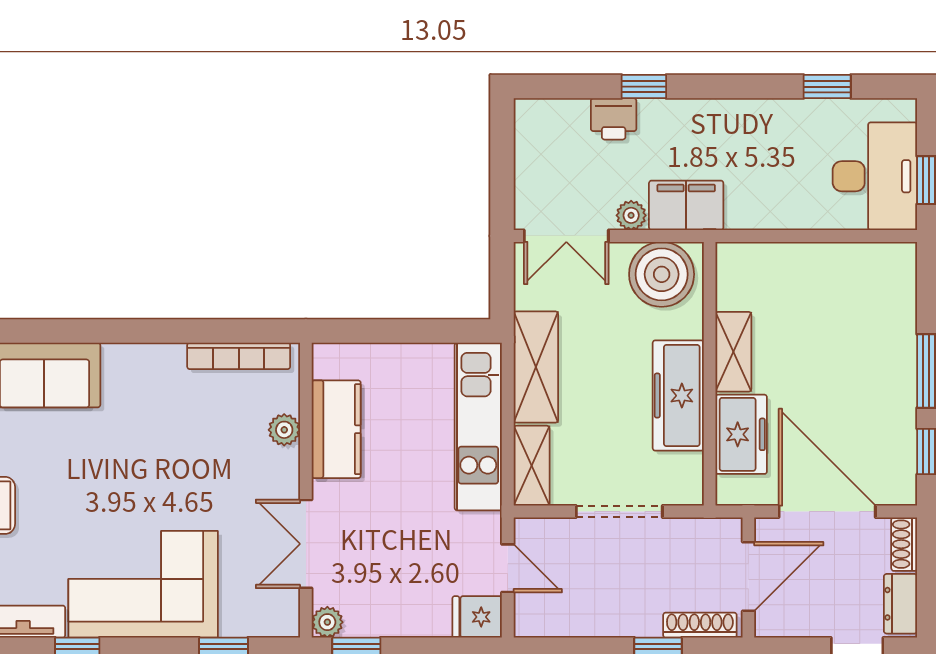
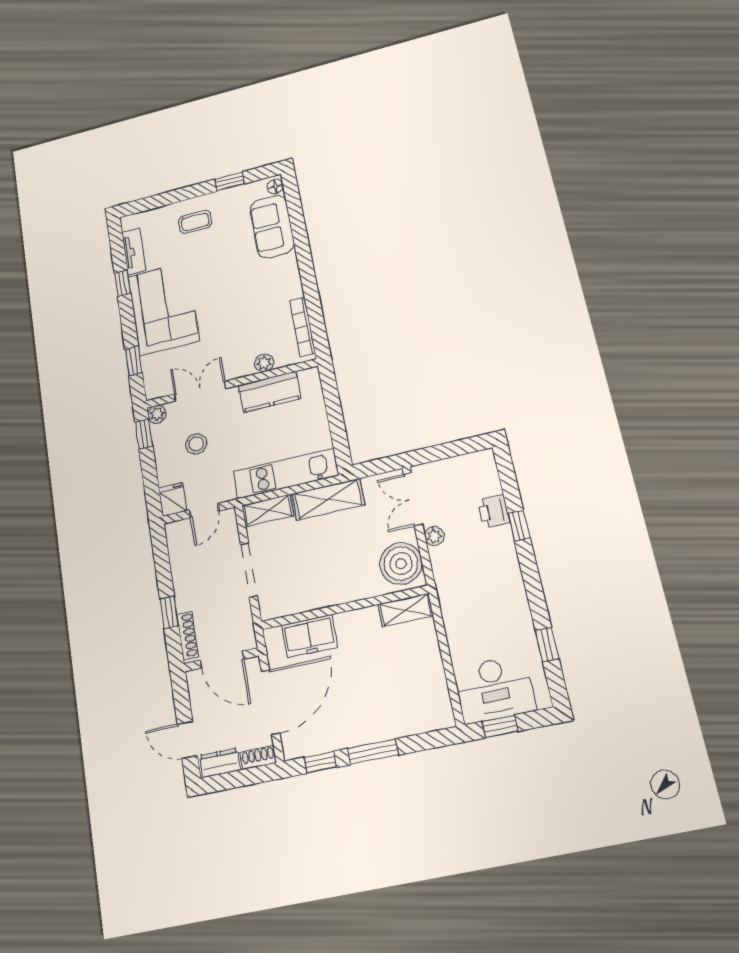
filing cabinet: (686, 205) -> (448, 569), removed
shelving: (733, 352) -> (406, 610), moved
freezer: (678, 396) -> (327, 591), removed
stool: (394, 564) -> (196, 444), added

